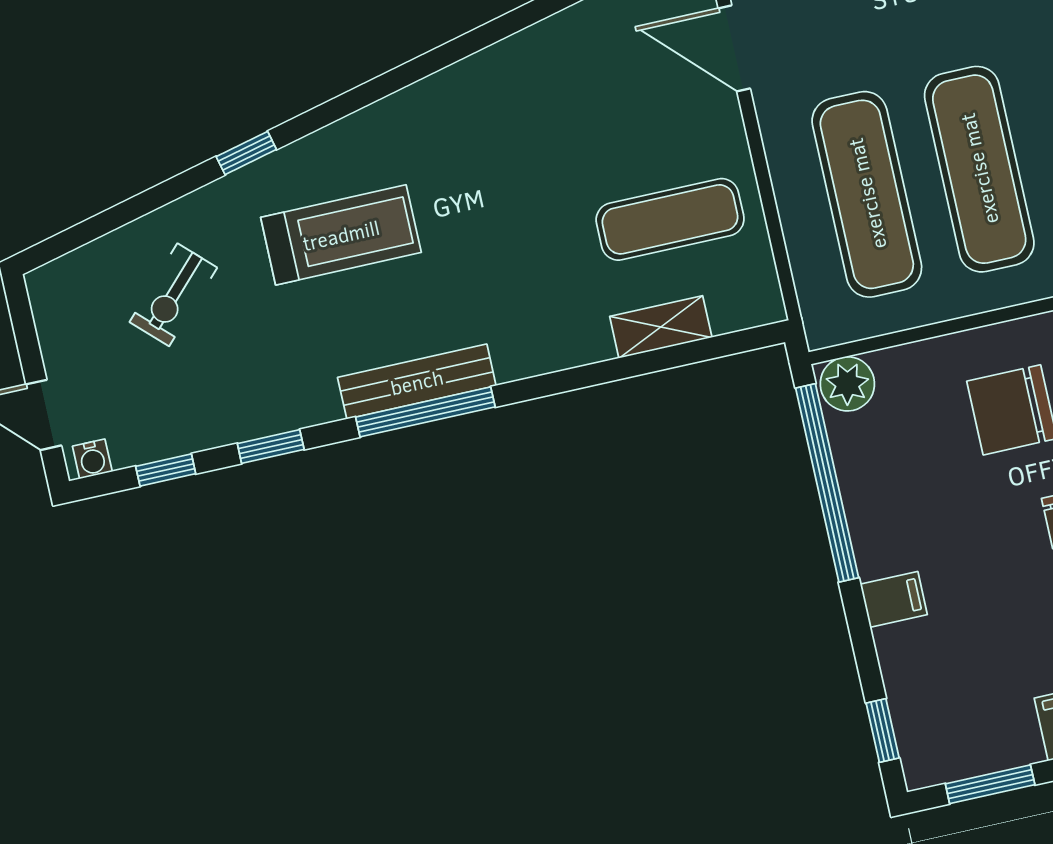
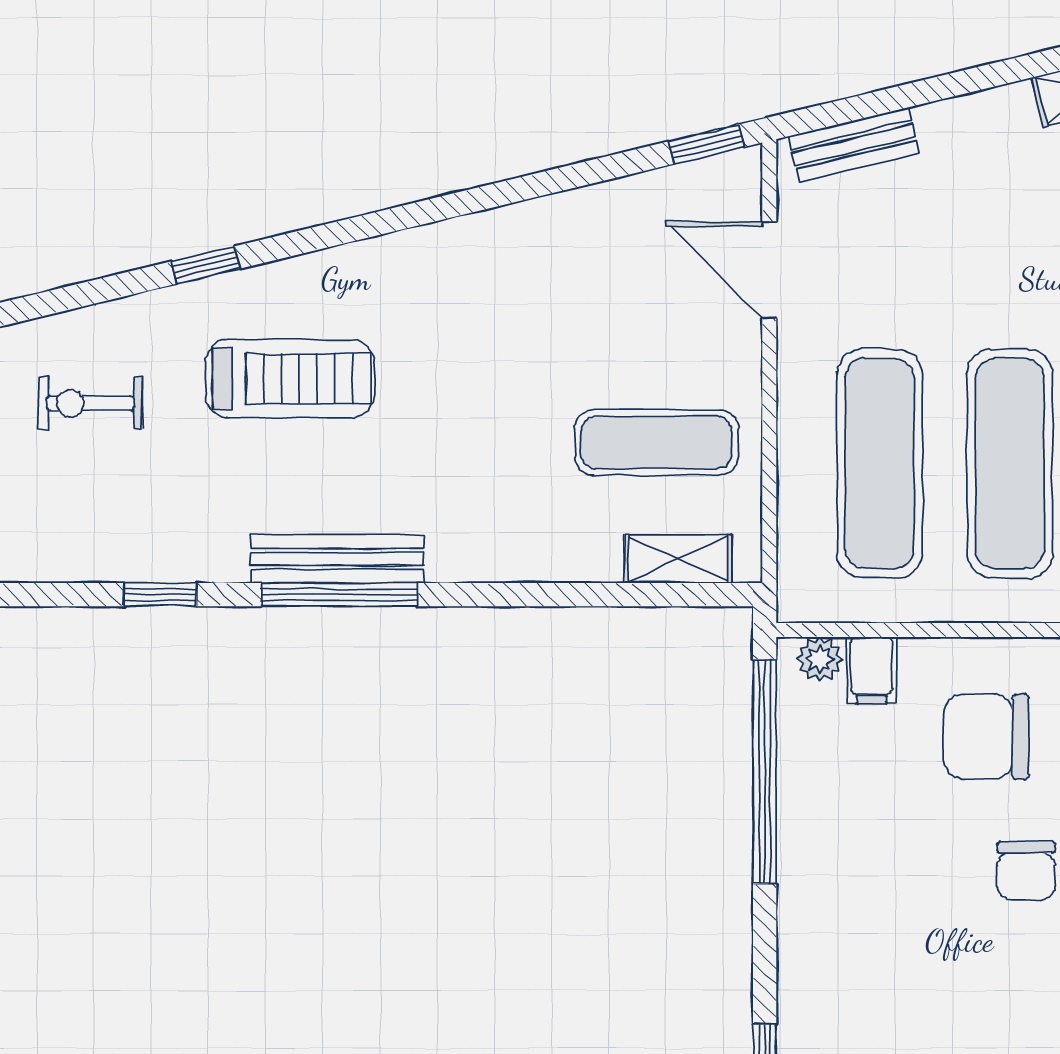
exercise bike: (173, 295) -> (90, 403), turned 46
shelving: (661, 327) -> (678, 559), moved
plant: (847, 384) -> (820, 659), width x0.73, depth x0.73
window: (166, 470) -> (39, 595), removed
filing cabinet: (894, 599) -> (872, 670), moved, turned 90

